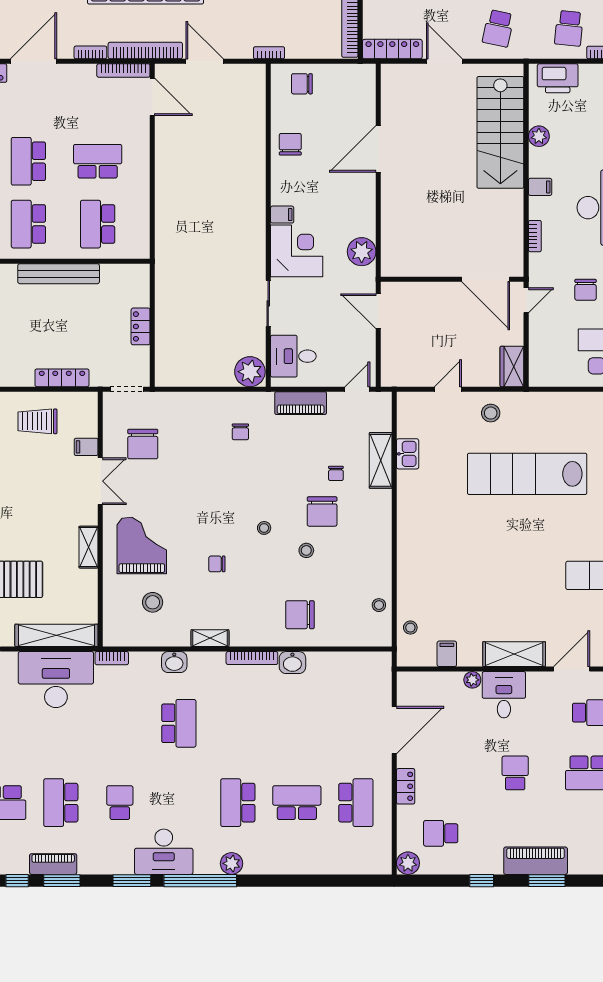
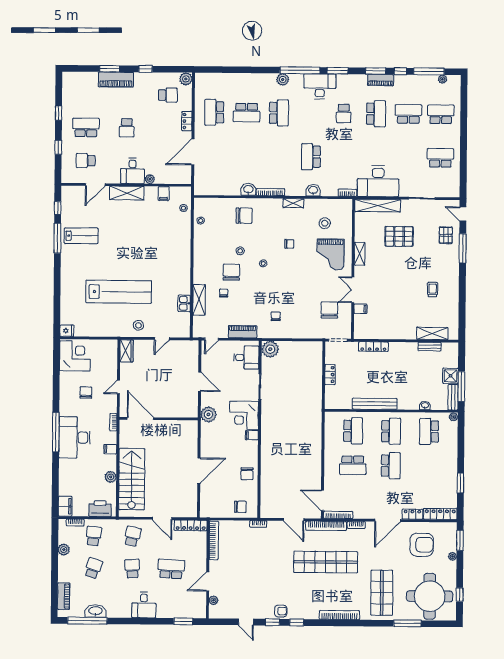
wall: (452, 279) -> (159, 419), moved
door: (486, 279) -> (140, 418), moved
trolley: (37, 421) -> (387, 323), removed

